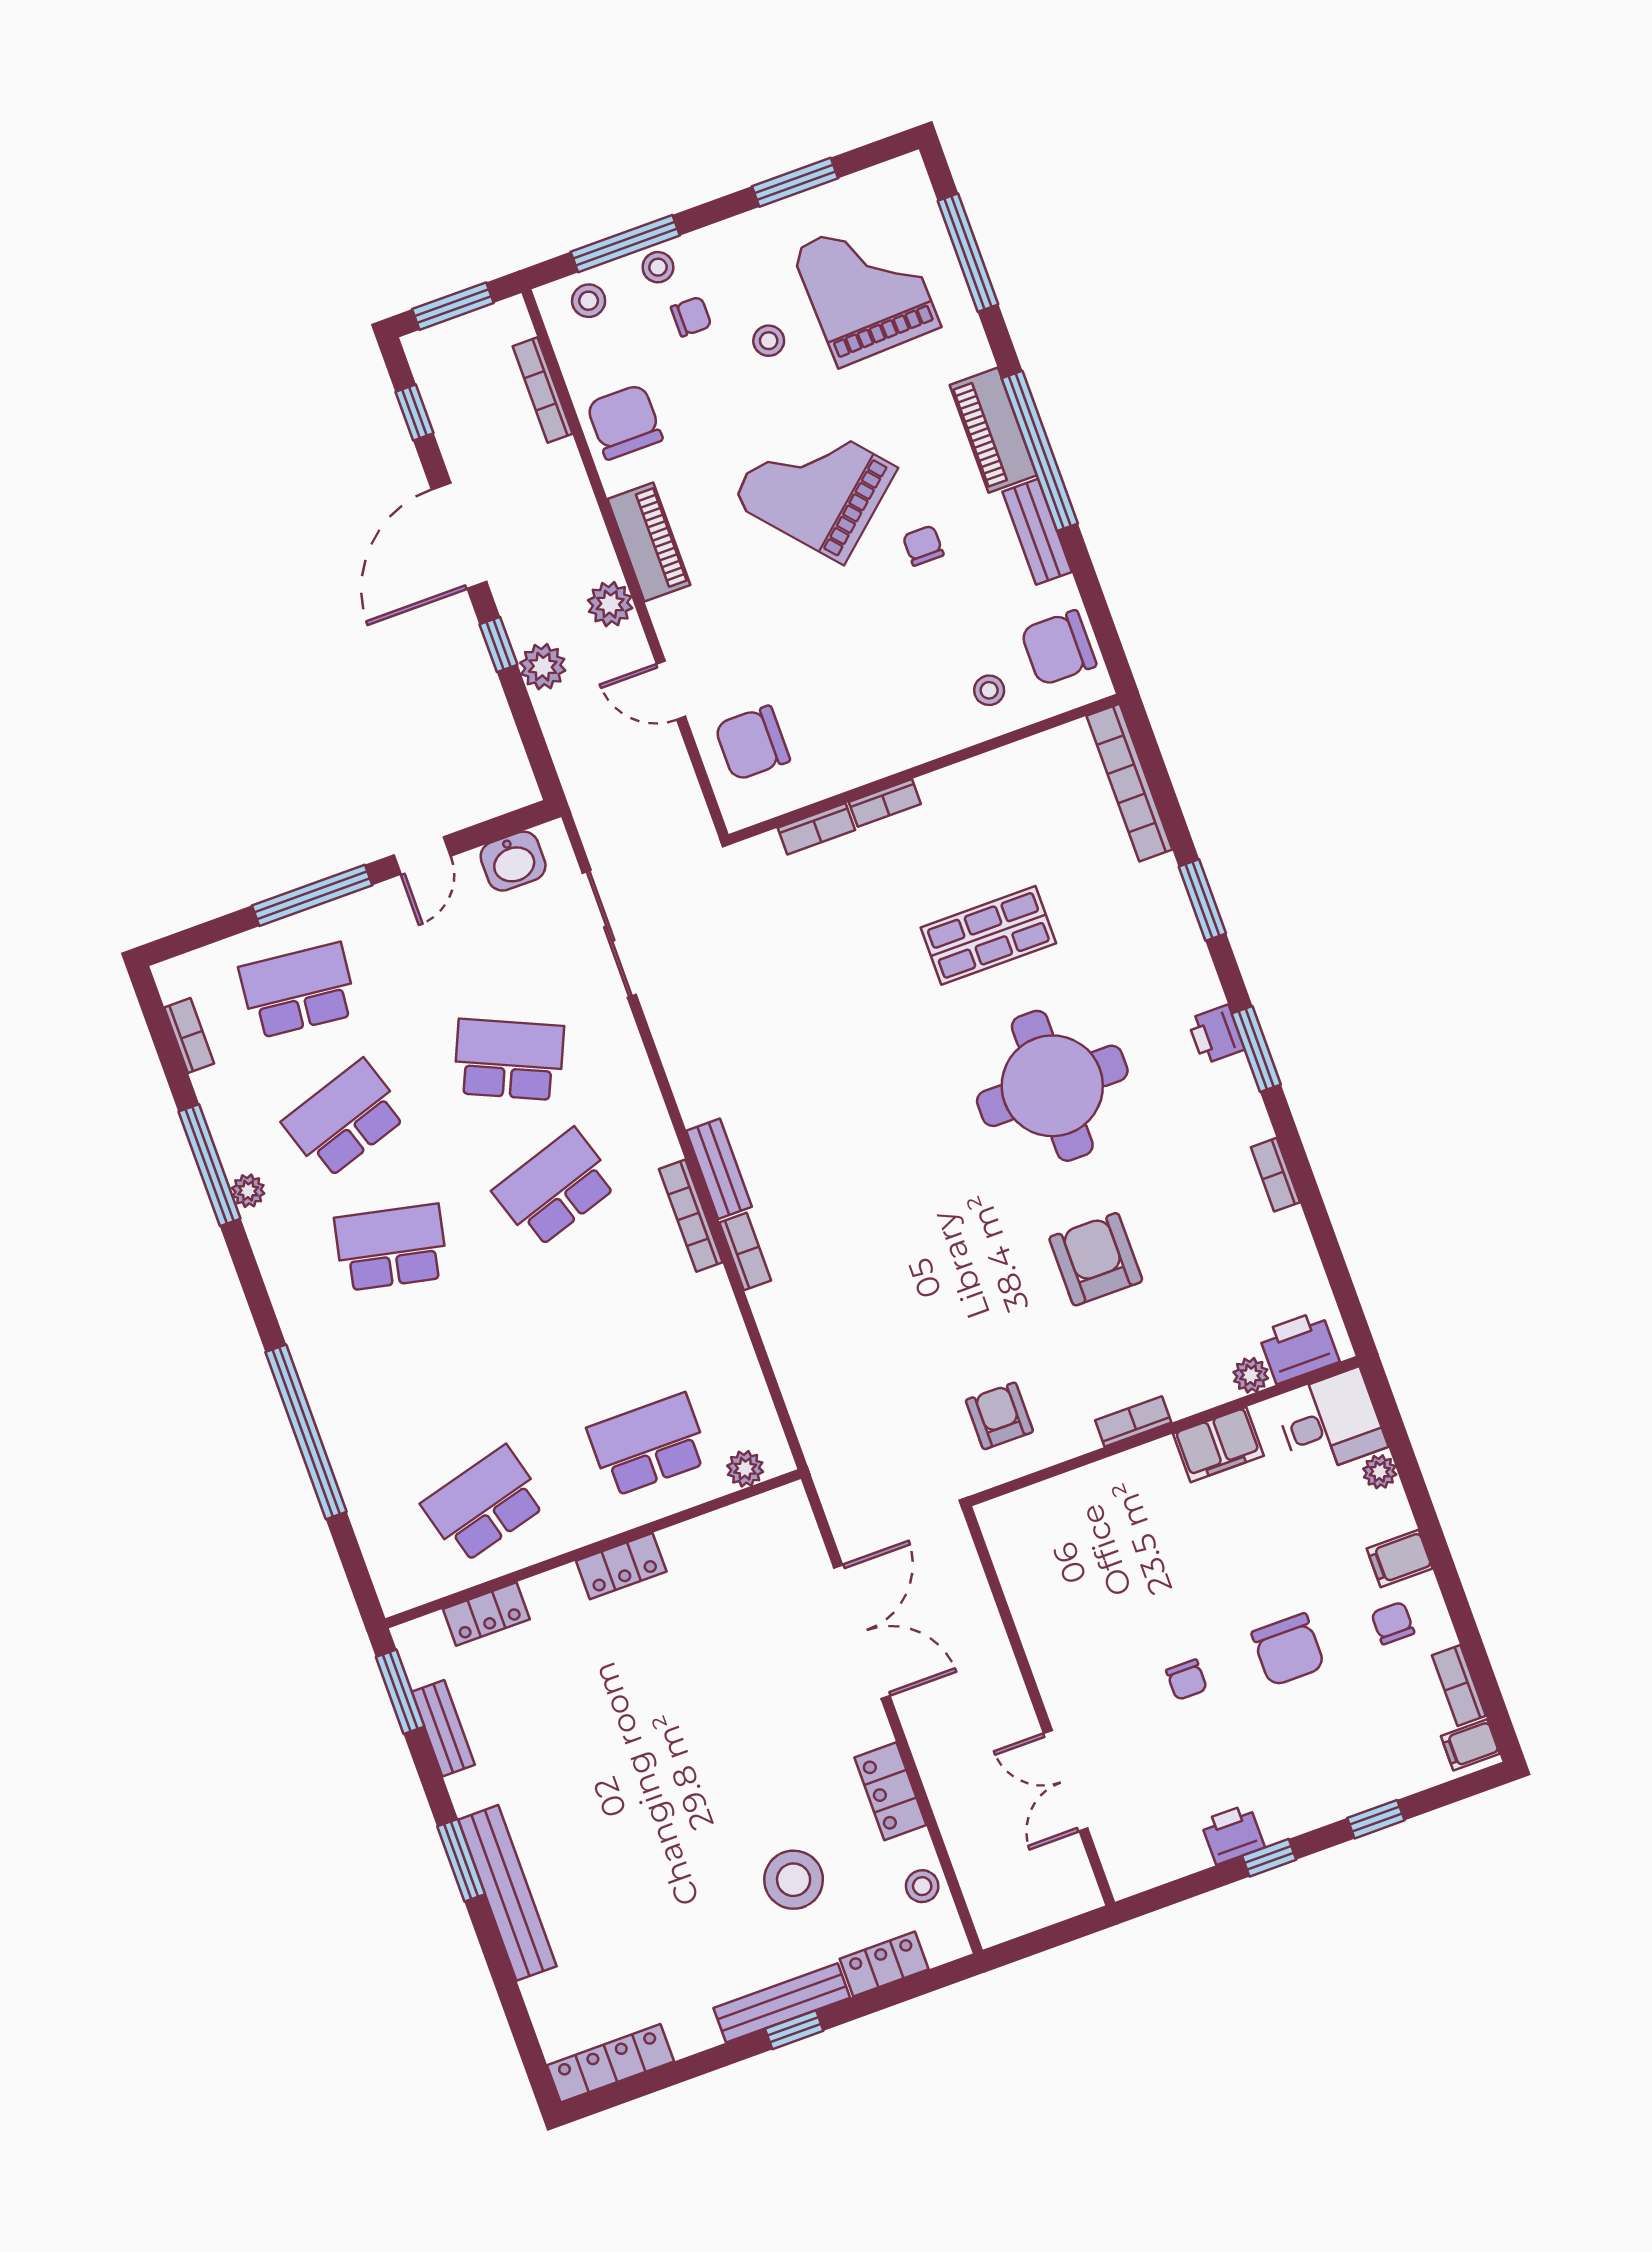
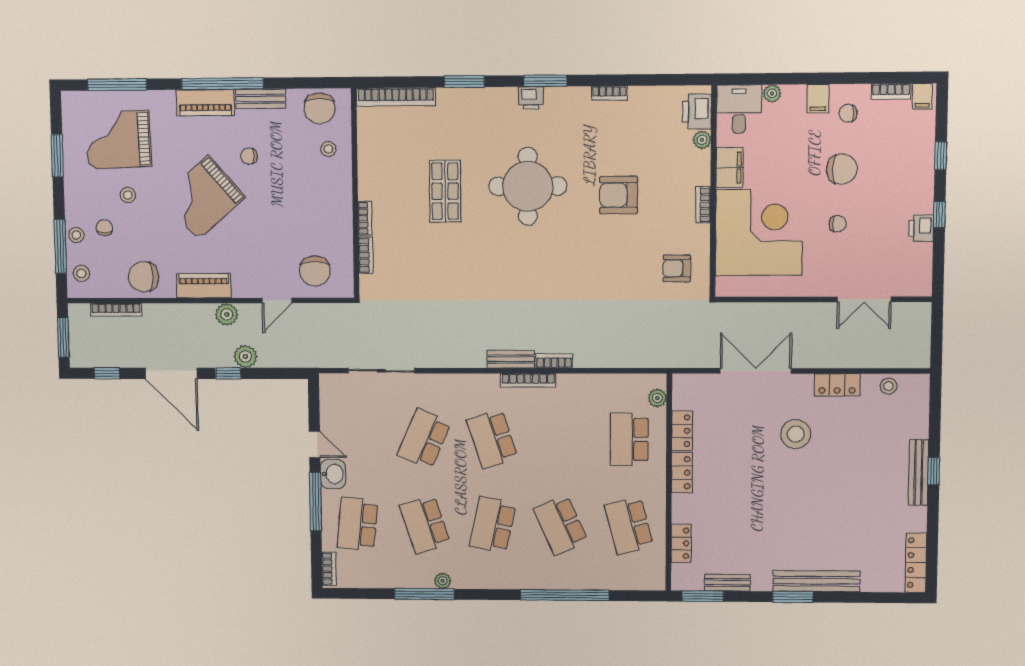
washbasin: (513, 861) -> (333, 474), moved
bookcase: (189, 1036) -> (329, 569), moved, turned 90
school desk: (438, 1376) -> (561, 525), added
corner desk: (1119, 1542) -> (759, 233), added
stool: (794, 1880) -> (796, 434), moved
locker: (884, 1964) -> (682, 431), moved, turned 180

